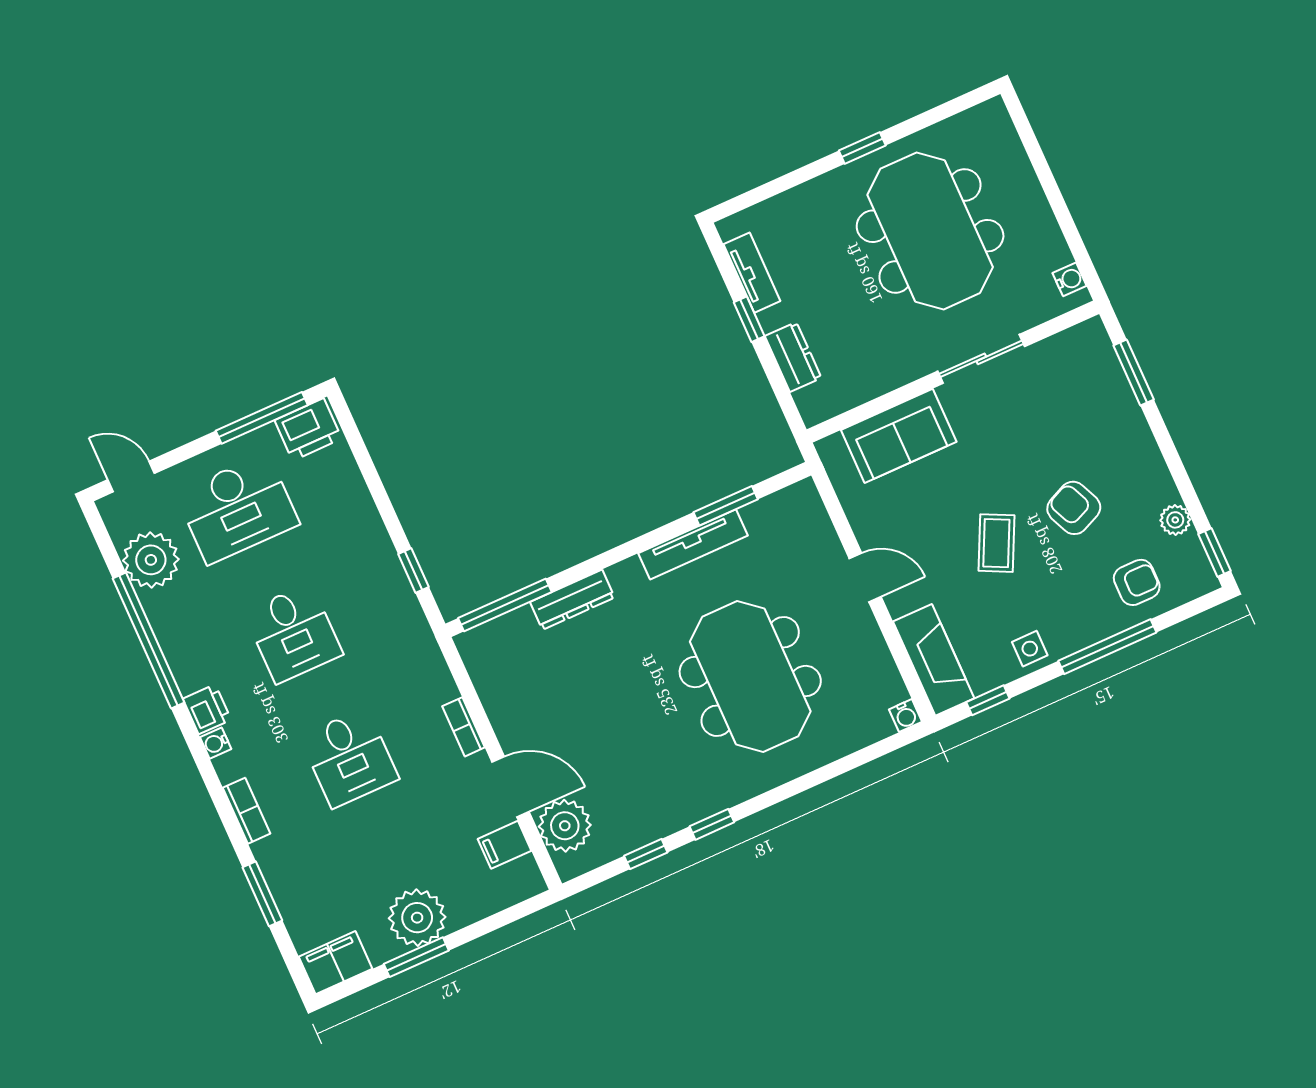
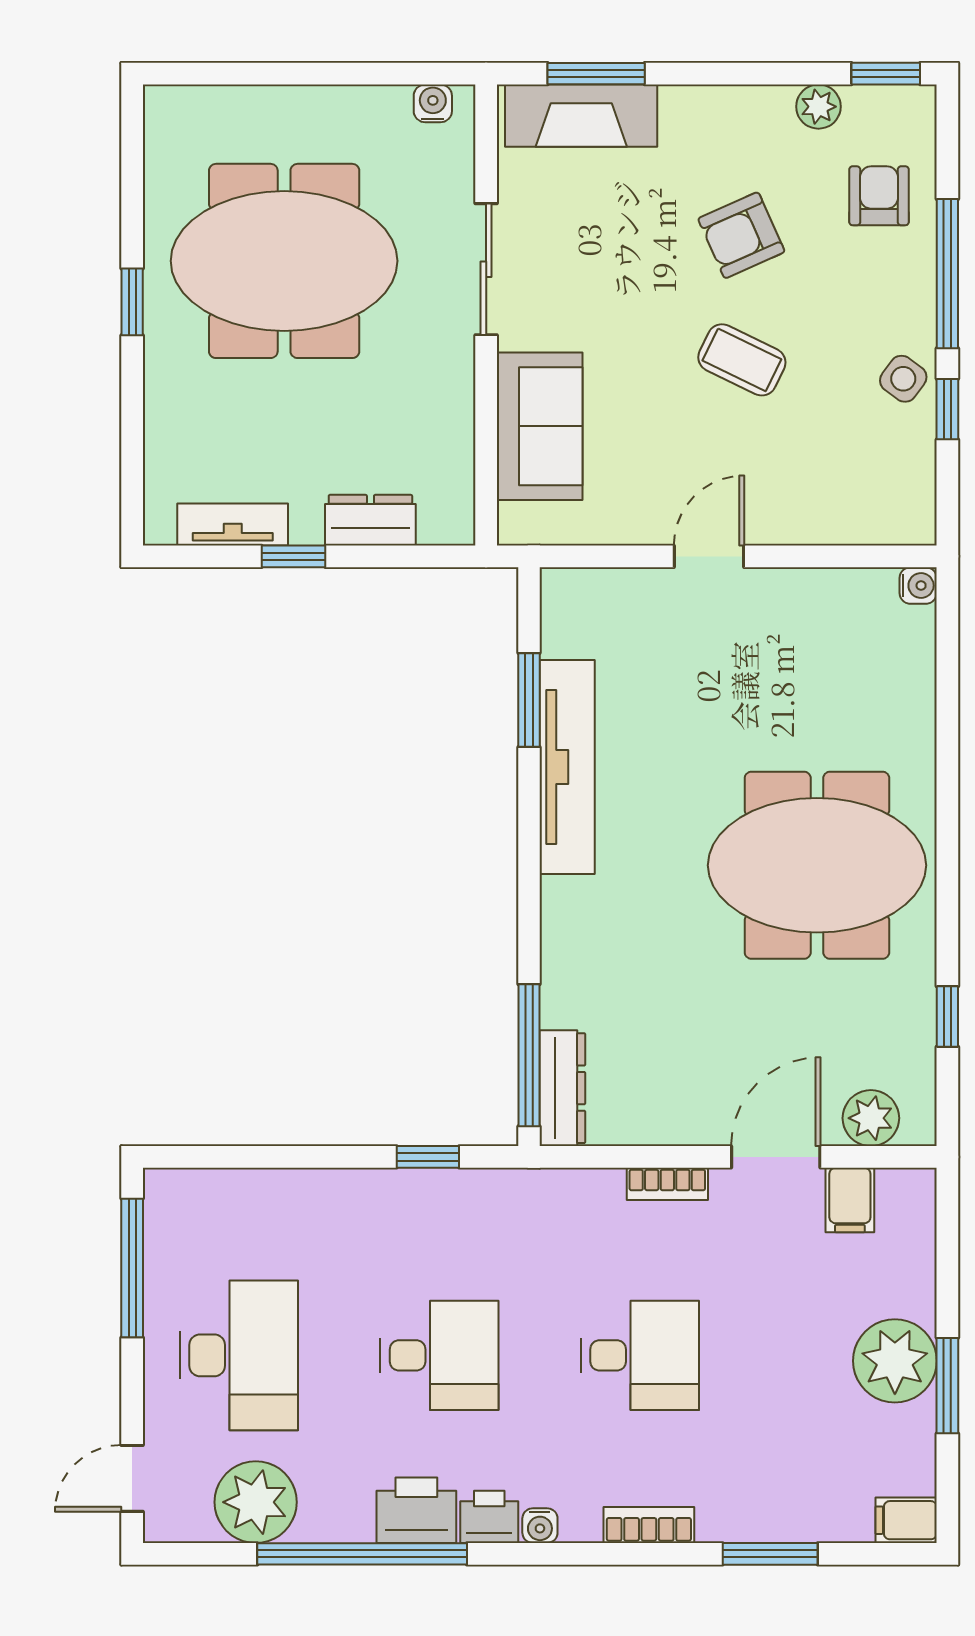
printer: (308, 429) -> (416, 1510), moved, turned -90
tv unit: (693, 544) -> (567, 767), width x1.36, depth x1.29
dresser: (572, 600) -> (562, 1088), moved
side table: (1030, 649) -> (903, 379), turned 36
fireplace: (934, 660) -> (581, 116), moved, turned 180
meeting table: (750, 677) -> (817, 865), moved
window: (988, 700) -> (947, 409), moved
window: (712, 824) -> (947, 910), removed
plant: (565, 826) -> (871, 1118), width x0.73, depth x0.73
filing cabinet: (335, 963) -> (906, 1520), width x0.50

